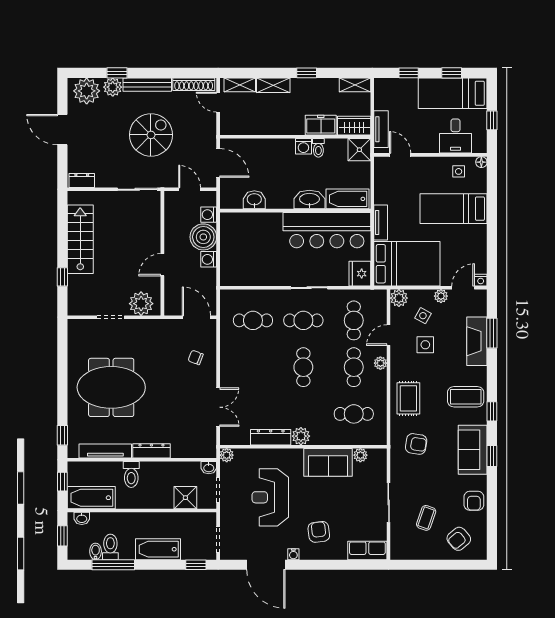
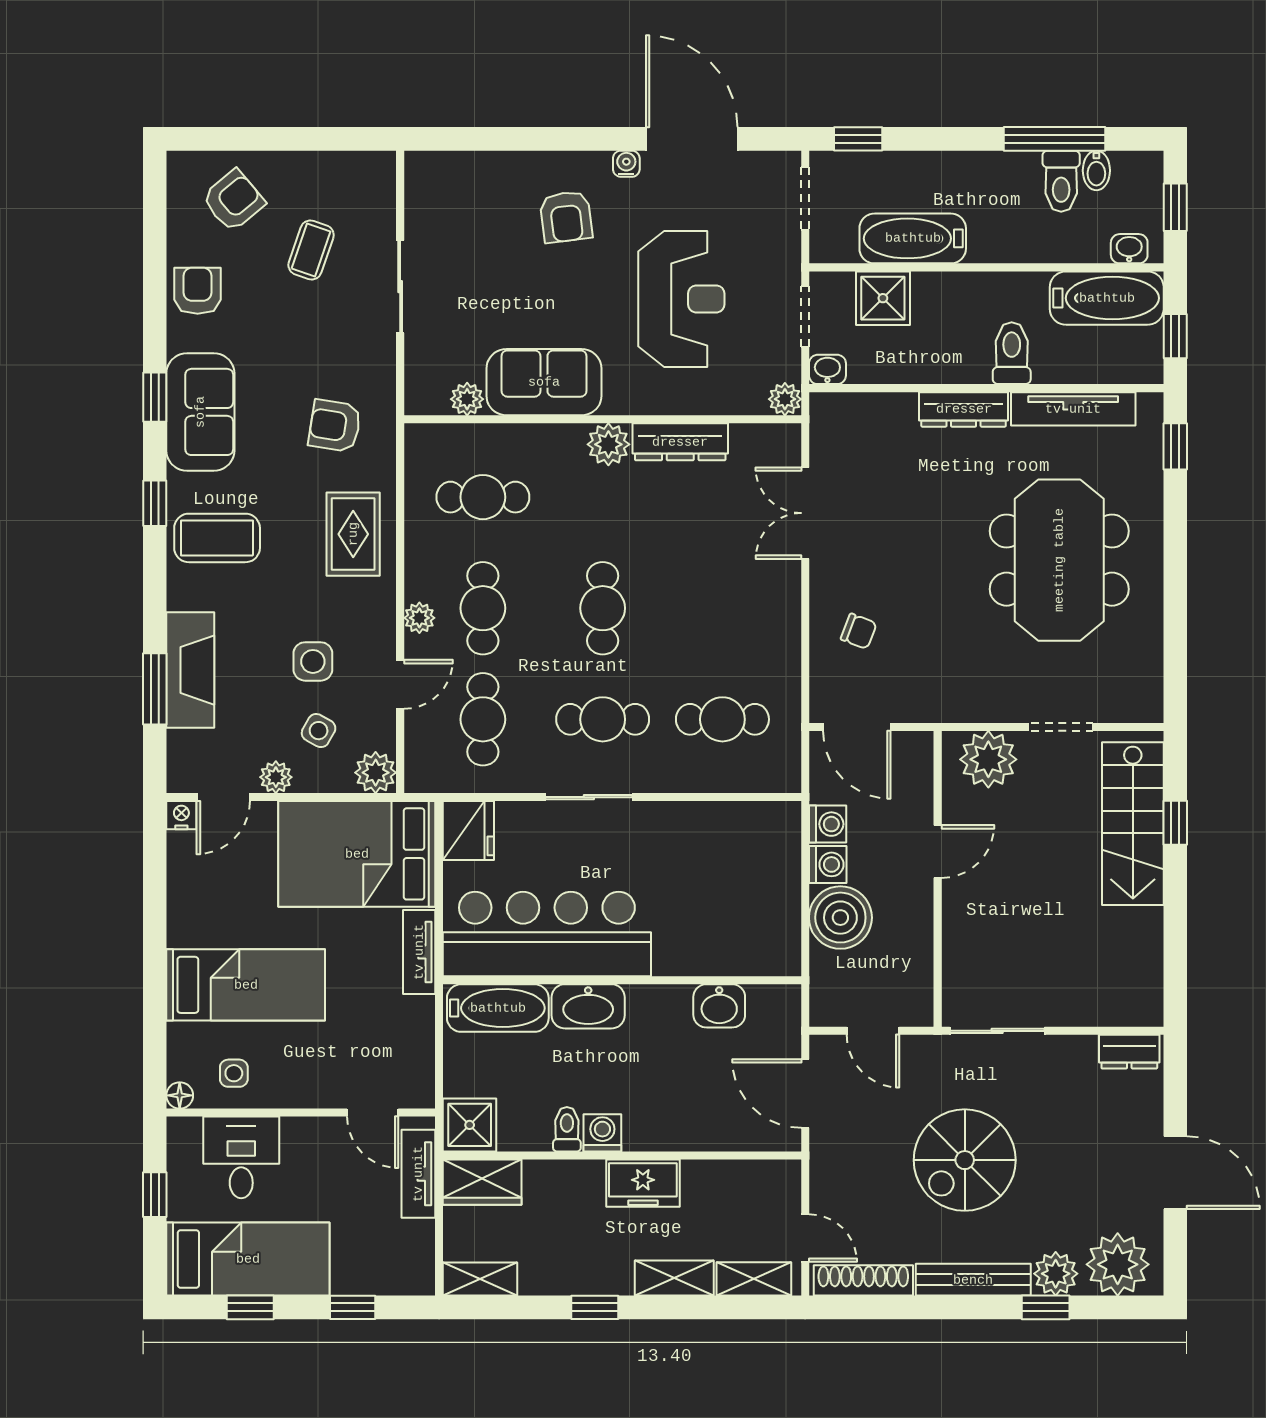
freezer: (321, 125) -> (643, 1183), moved
washing machine: (209, 215) -> (828, 824), moved
stairs: (80, 239) -> (1133, 824), moved
meeting table: (111, 387) -> (1059, 560), turned 90
bathtub: (158, 549) -> (913, 238), moved, turned 180
row of seats: (367, 550) -> (451, 173), removed

